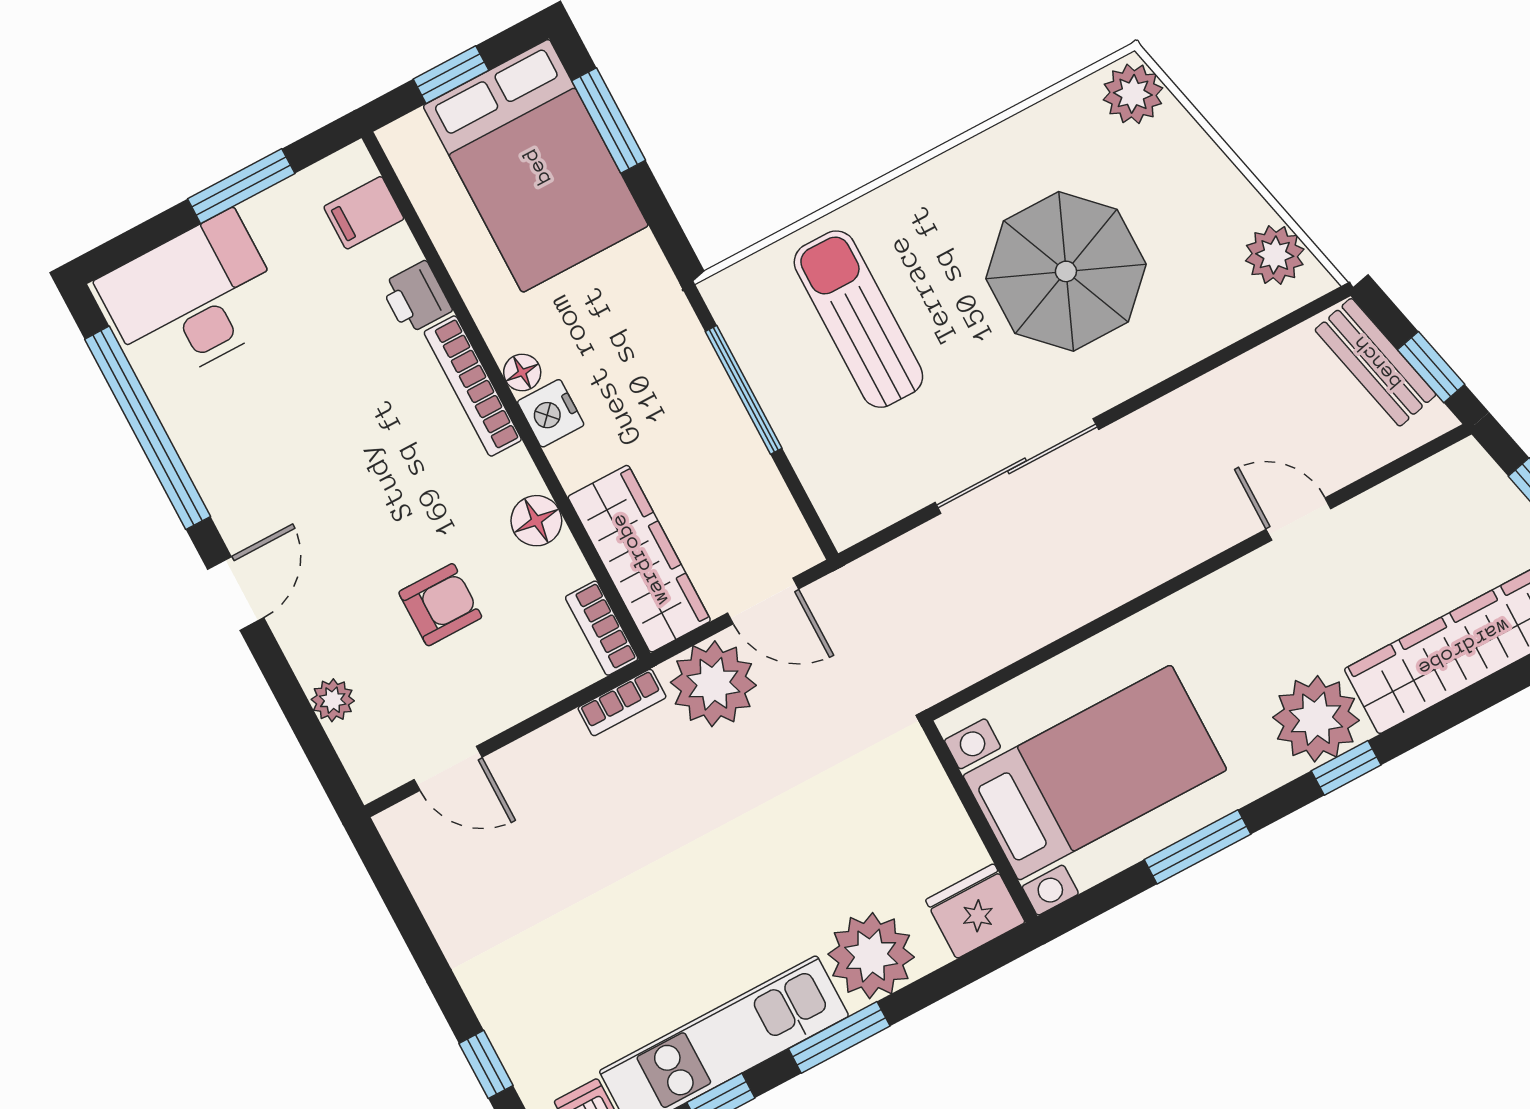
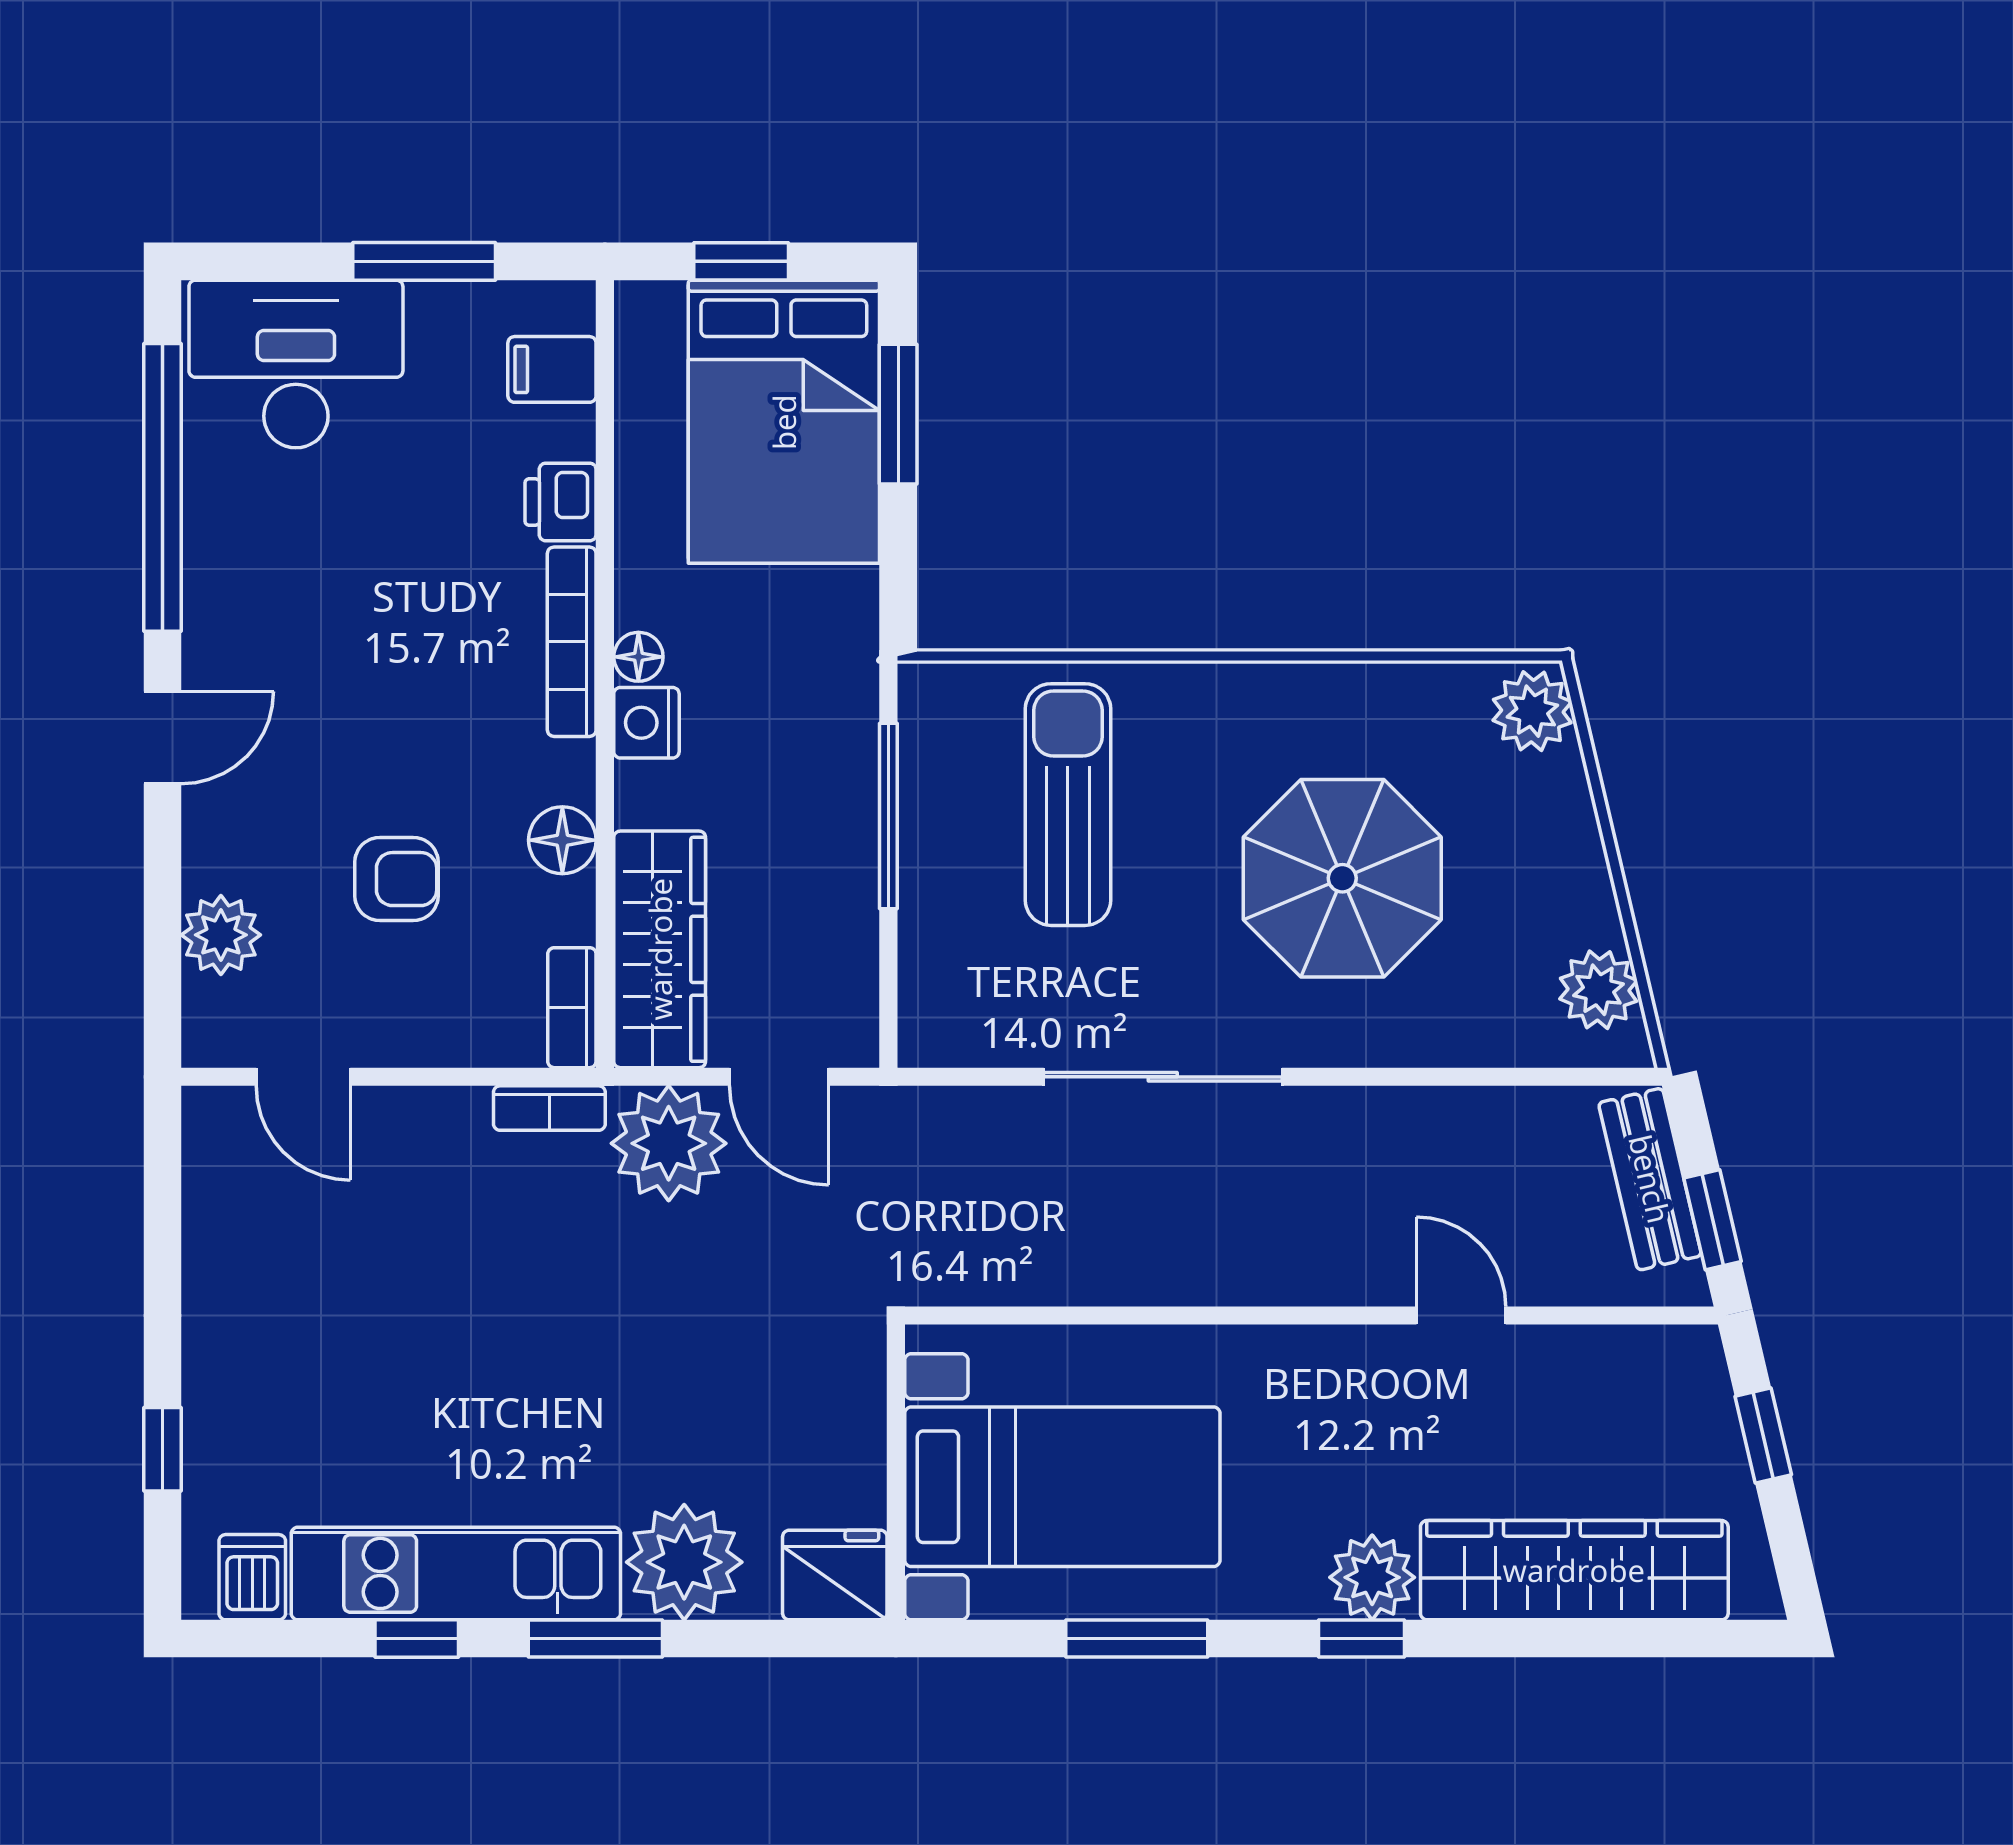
plant: (333, 700) -> (221, 935), width x1.38, depth x1.38
plant: (1316, 719) -> (1372, 1577), width x0.73, depth x0.73

